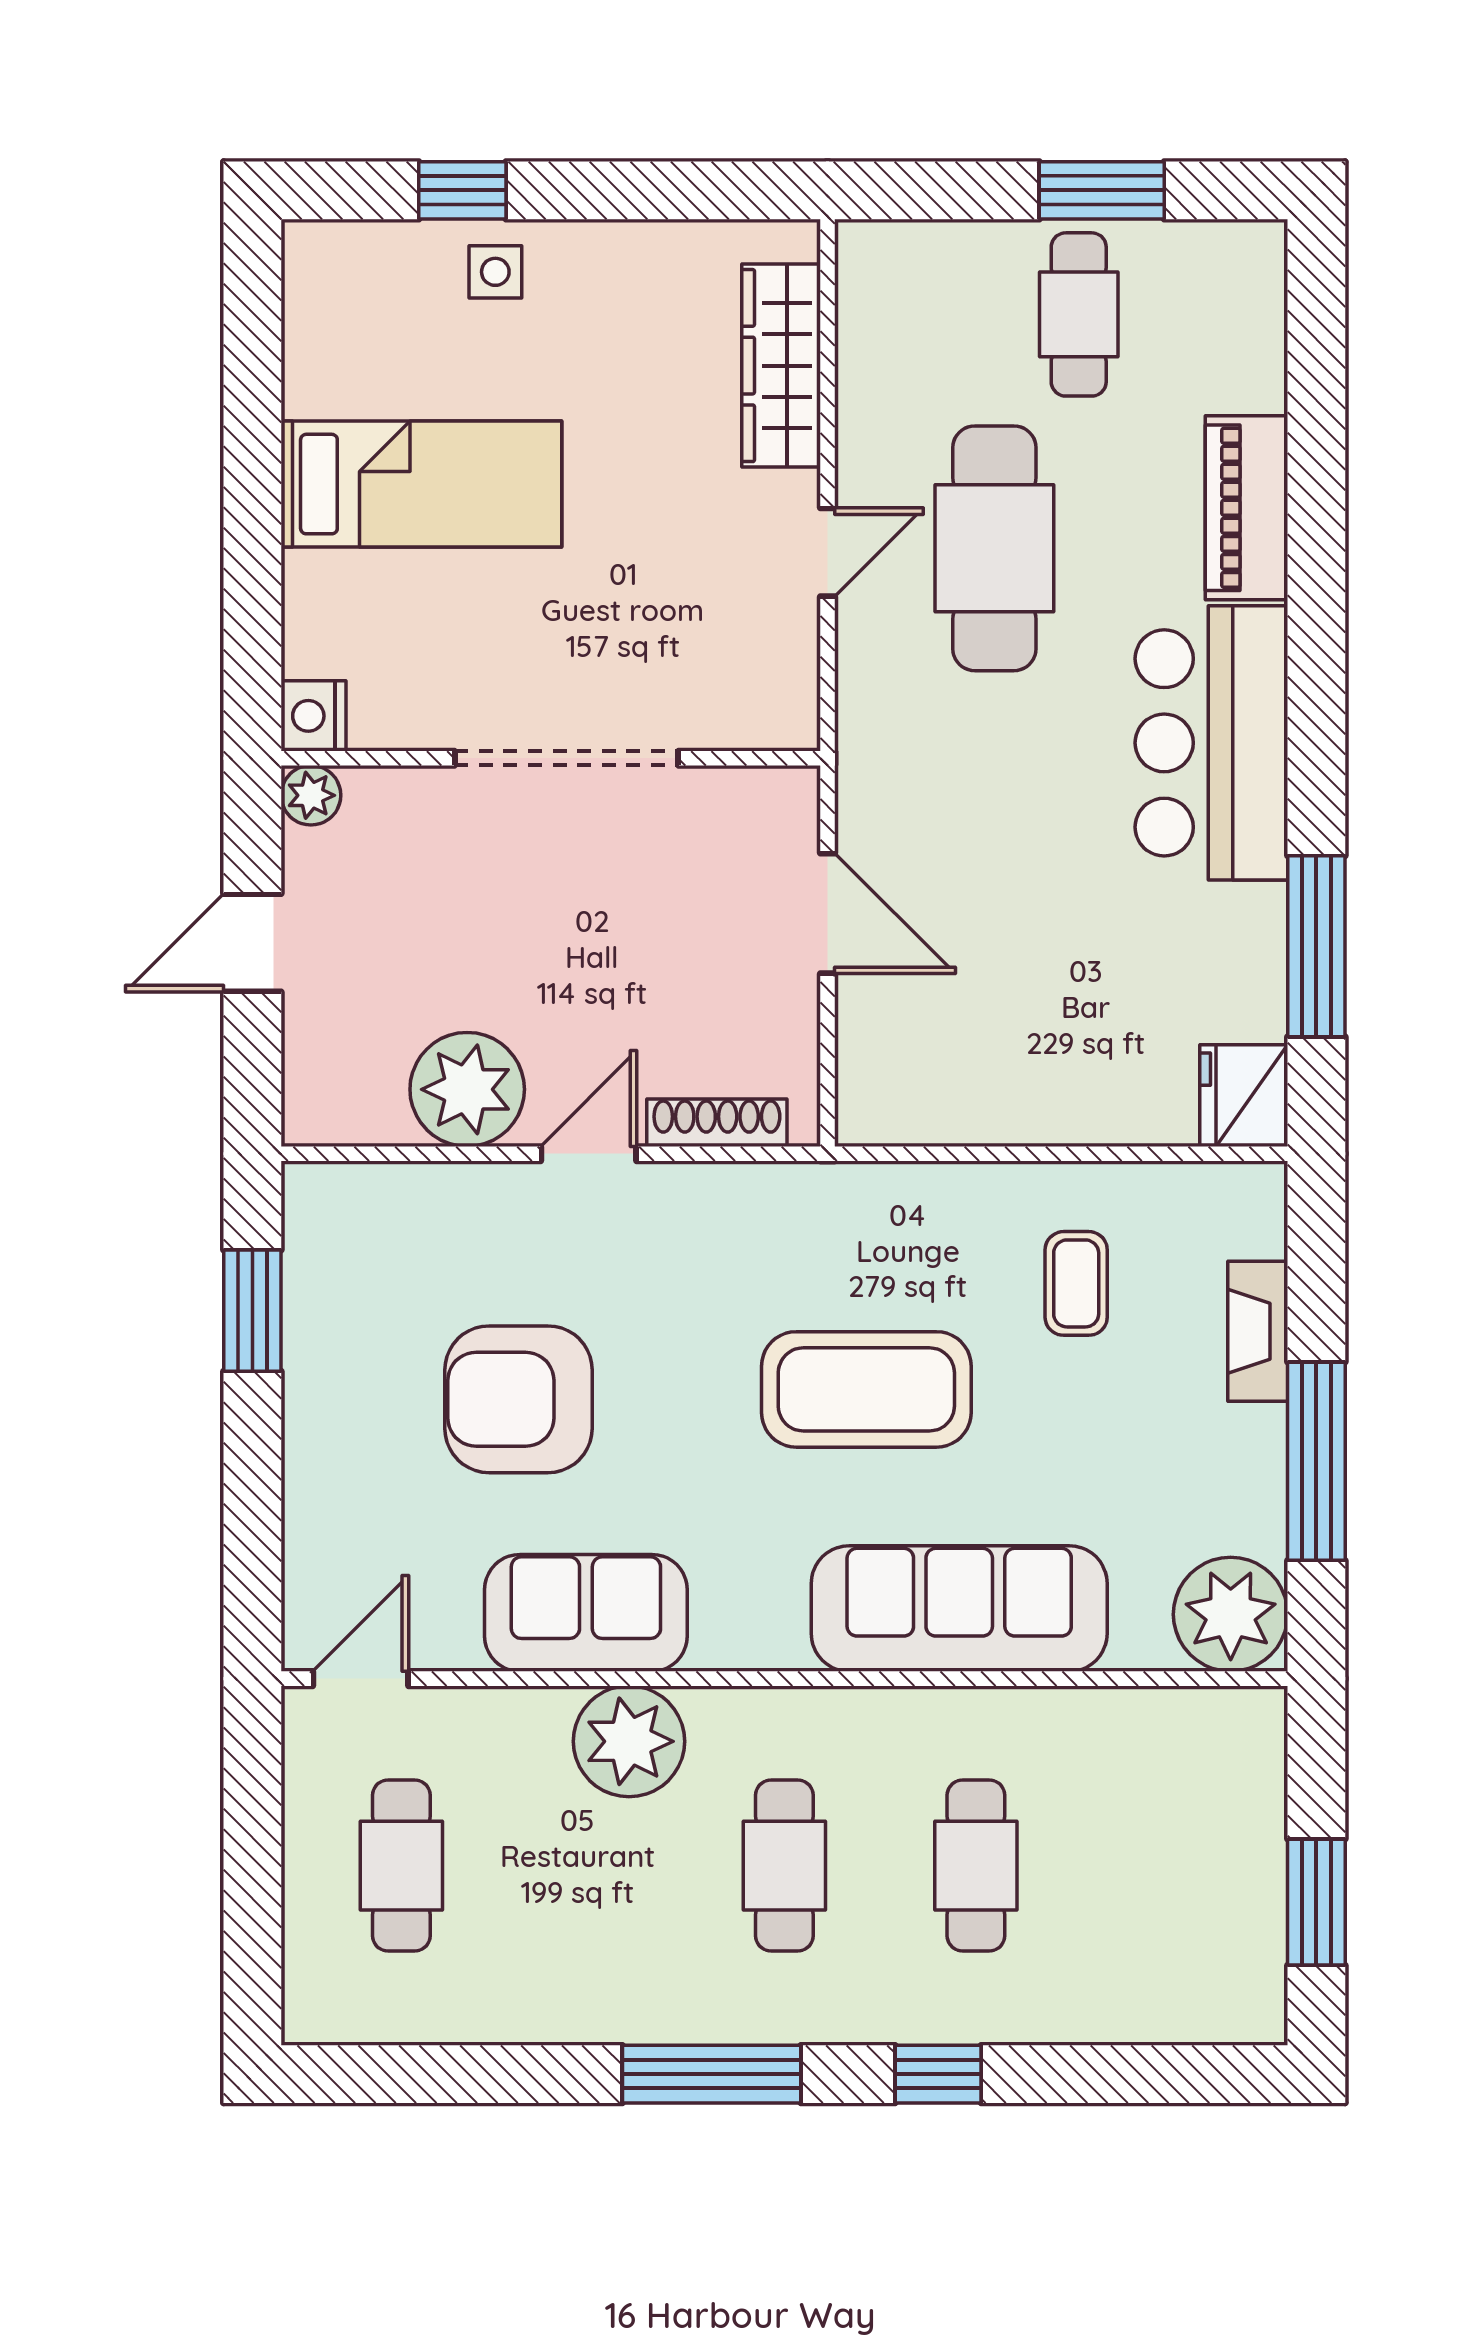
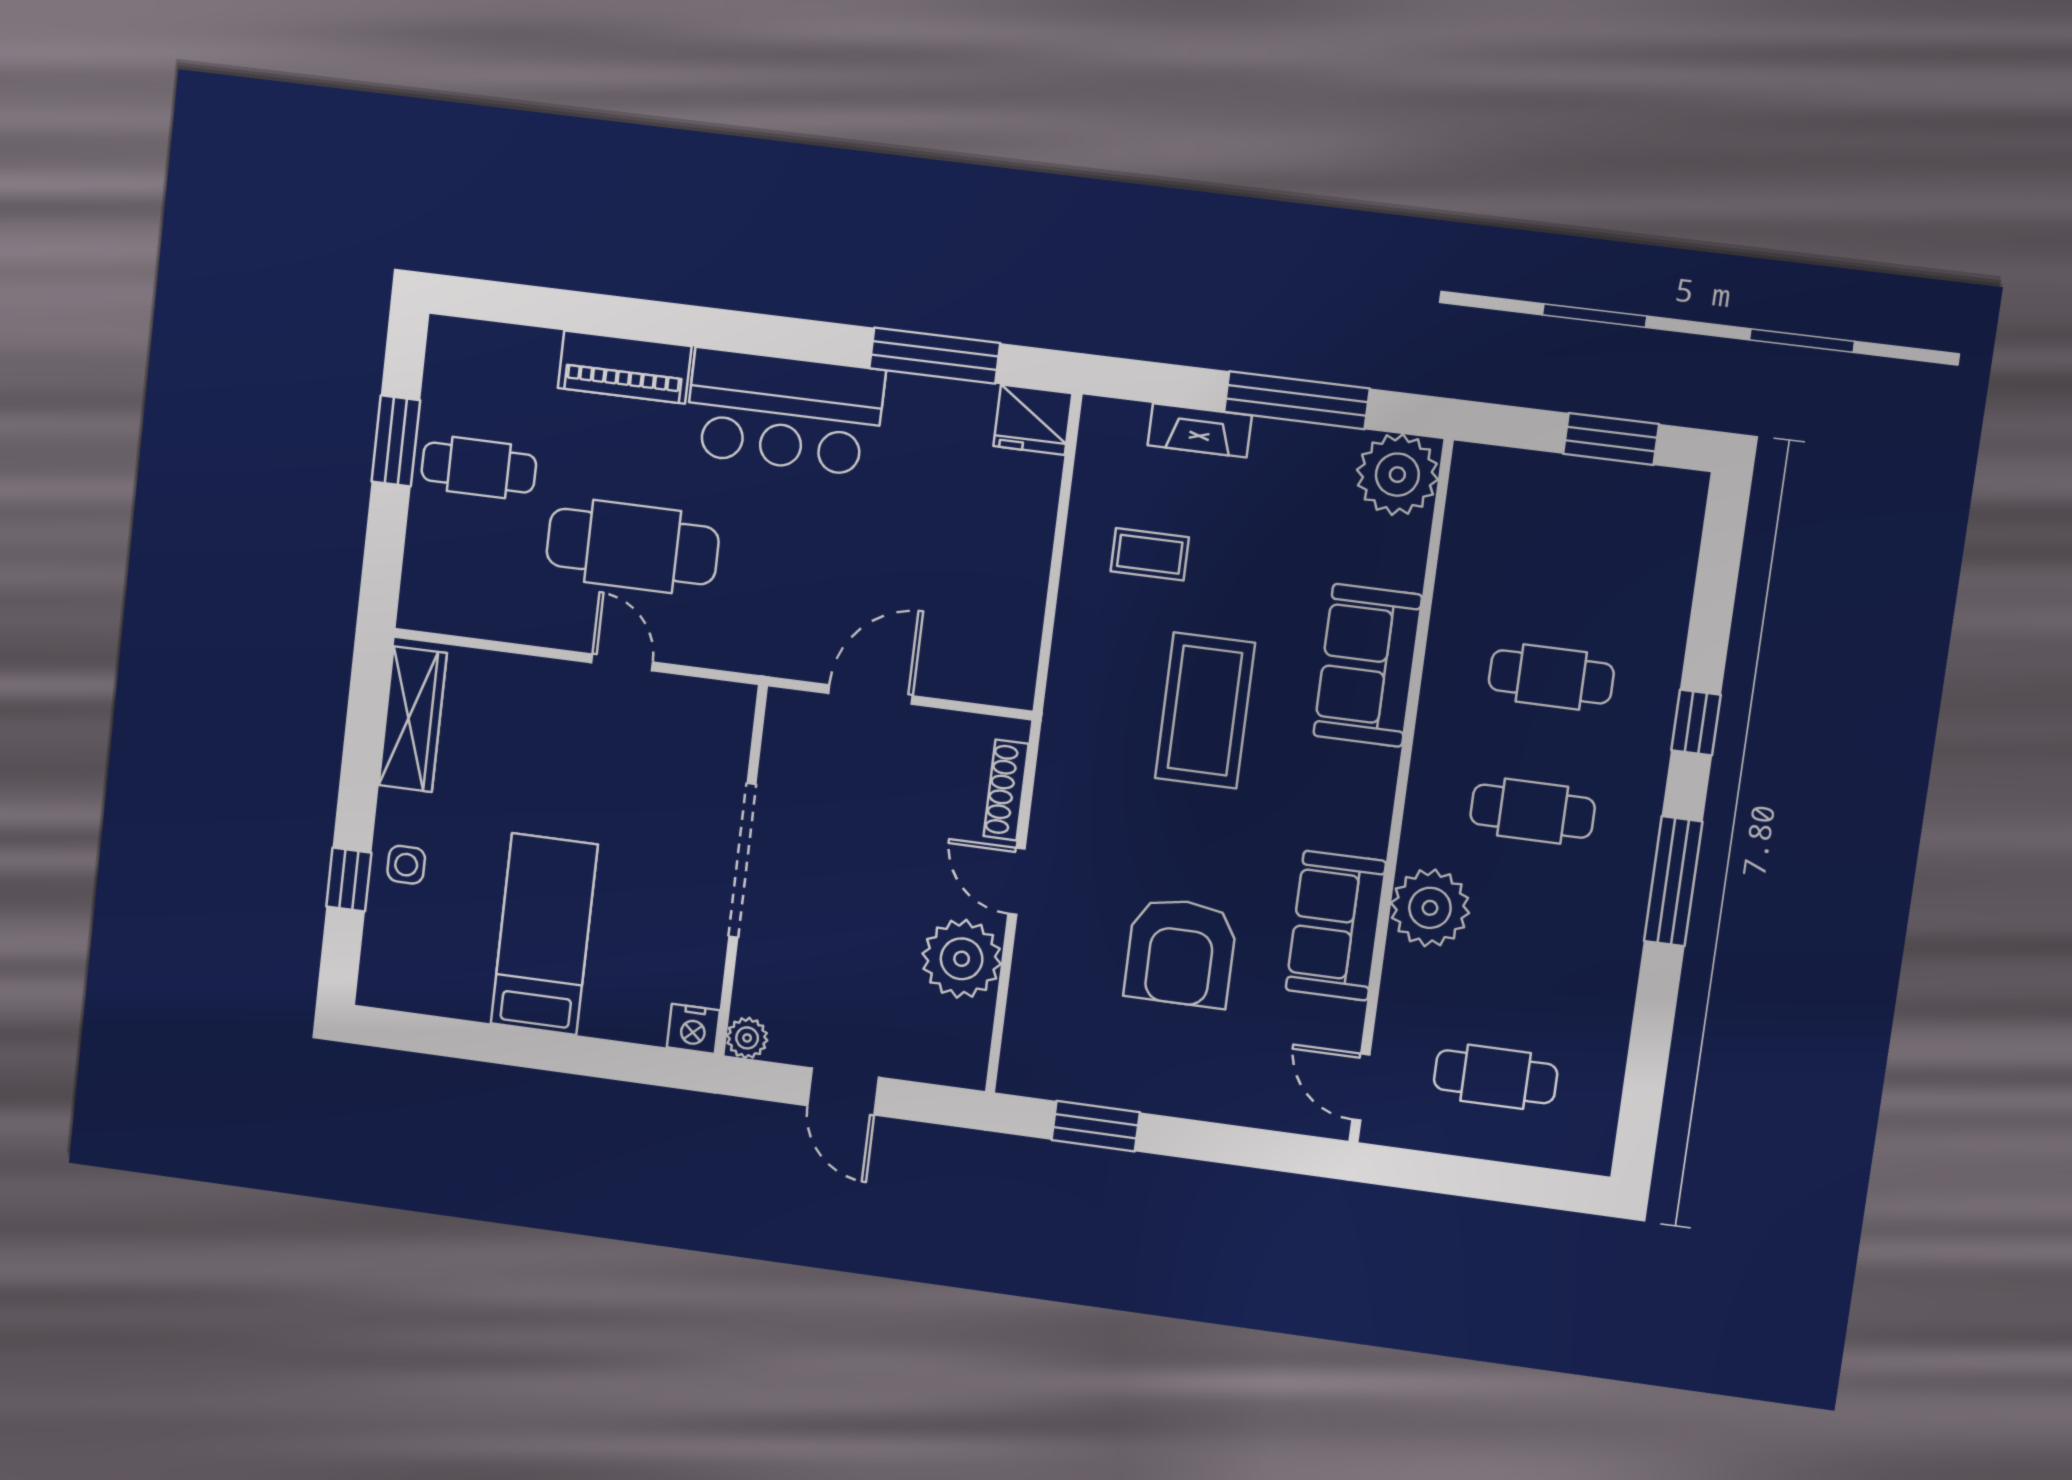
wardrobe: (781, 366) -> (413, 719), moved, turned -90
sofa: (959, 1609) -> (1368, 665), width x0.73

